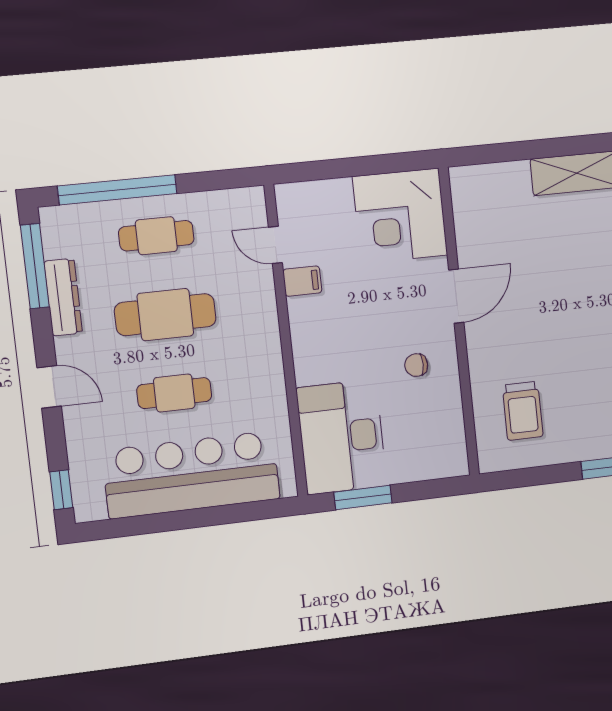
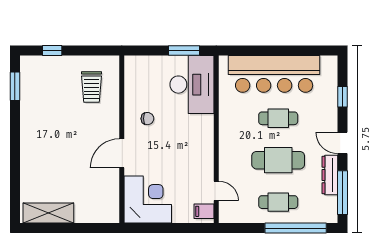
filing cabinet: (302, 281) -> (204, 211), moved
door: (49, 387) -> (343, 143), moved
trolley: (523, 411) -> (91, 87), turned 180
window: (61, 490) -> (343, 97), moved

